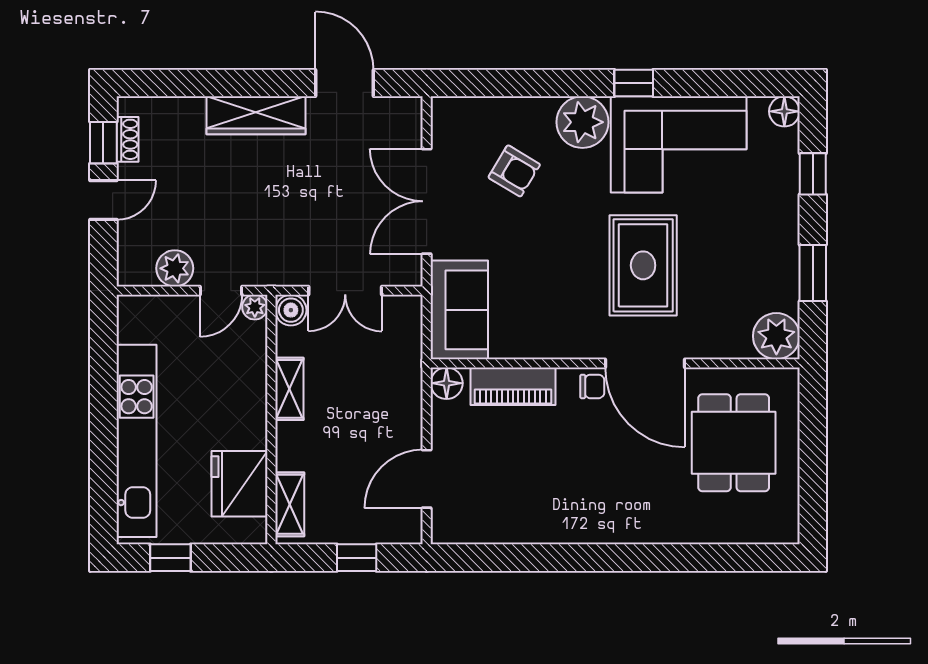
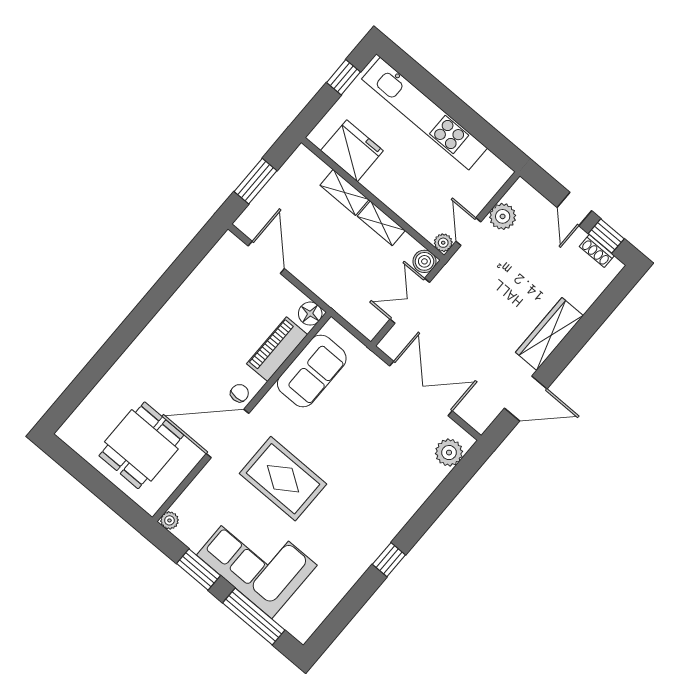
floor lamp: (784, 111) -> (302, 630), removed
plant: (582, 122) -> (449, 453), moved, width x0.73, depth x0.73
corner sofa: (679, 144) -> (257, 560), moved, turned 90
armchair: (514, 171) -> (396, 452), removed
window: (813, 174) -> (254, 616), width x2.17
sofa: (459, 310) -> (312, 371), moved, turned -90
plant: (776, 336) -> (169, 520), width x0.53, depth x0.53
chair: (592, 386) -> (240, 393), turned 180
dining table: (734, 443) -> (141, 445), turned 90
shelving: (290, 504) -> (344, 192), moved
window: (357, 558) -> (255, 181), width x1.50

